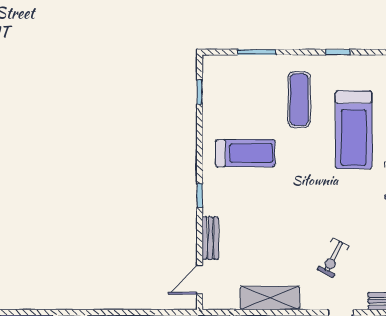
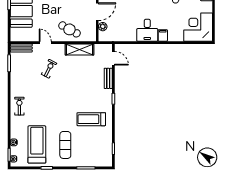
treadmill: (354, 130) -> (37, 144), moved
door: (200, 280) -> (113, 58), hinge flipped

